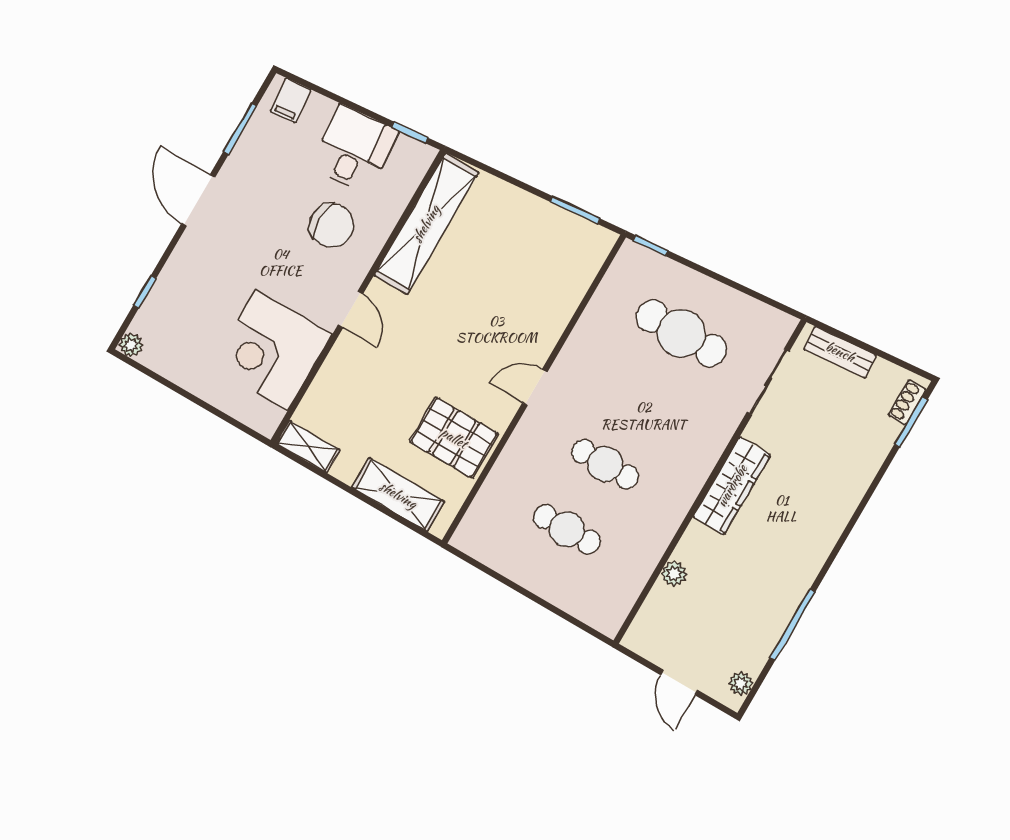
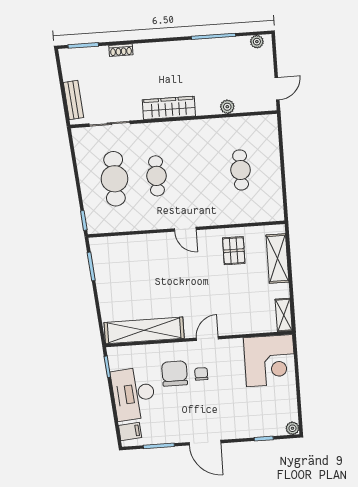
desk: (354, 149) -> (134, 394), width x1.37
door: (198, 200) -> (205, 443), hinge flipped
chair: (304, 265) -> (201, 374), added
corner desk: (272, 350) -> (270, 361), moved
shoe rack: (907, 402) -> (121, 50), moved
pallet: (454, 438) -> (234, 251), width x0.67, depth x0.71
cafe table: (605, 464) -> (157, 176), moved
door: (679, 683) -> (277, 89), moved

